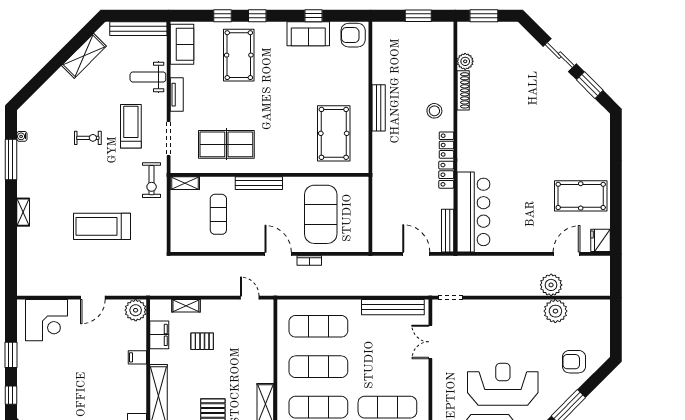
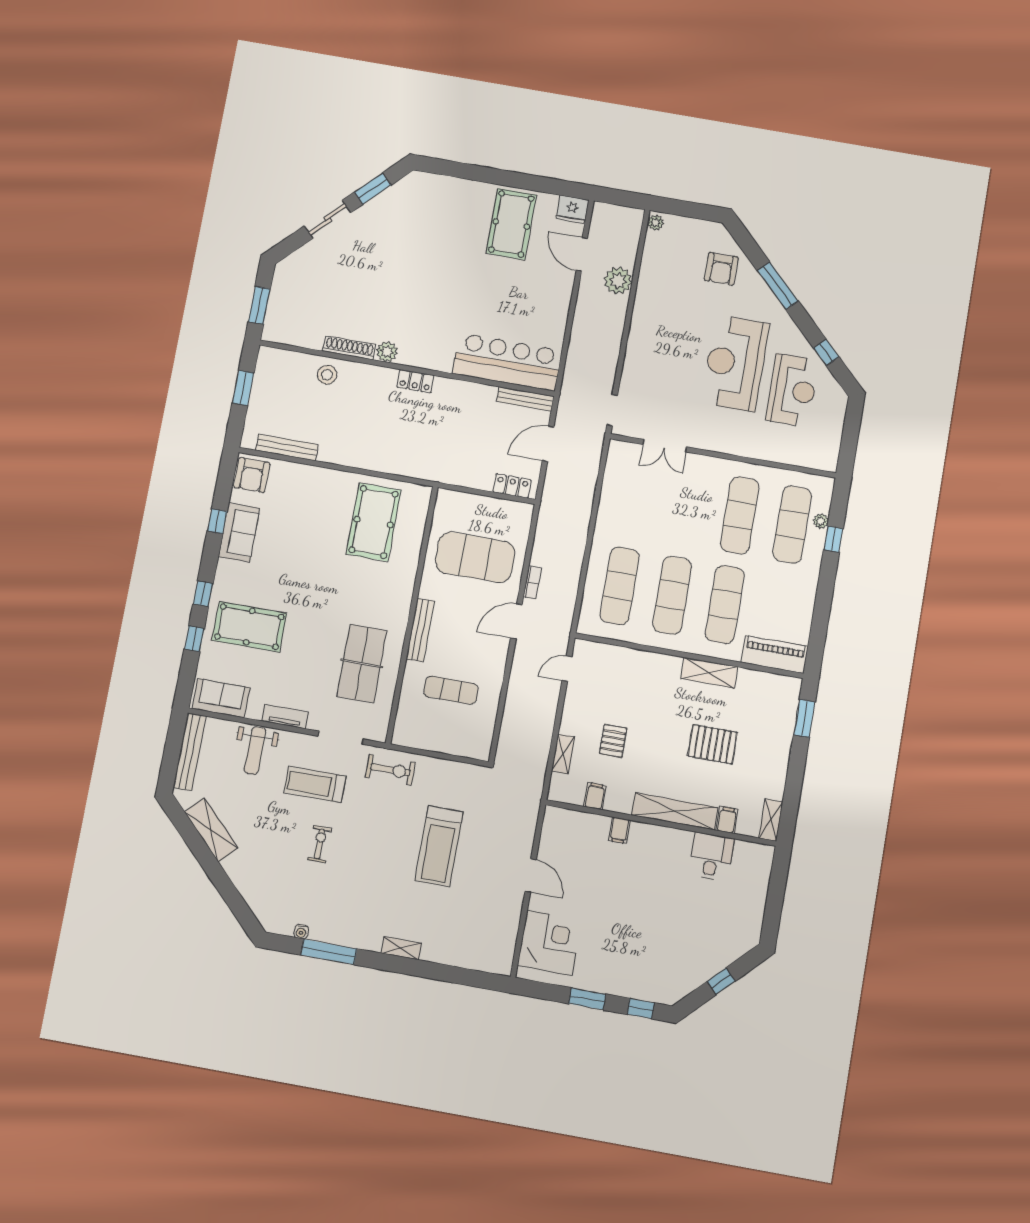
plant: (465, 61) -> (387, 352), moved
bench: (379, 108) -> (287, 447), moved
stool: (434, 111) -> (327, 375), moved
pool table: (334, 133) -> (374, 522), turned 90
locker: (446, 175) -> (512, 486), moved, turned 180
shelving: (185, 183) -> (402, 727), removed
bench: (393, 307) -> (612, 486), removed
plant: (136, 310) -> (557, 821), removed
plant: (555, 311) -> (656, 223), moved, width x0.53, depth x0.53
filing cabinet: (159, 335) -> (595, 796), width x0.50

